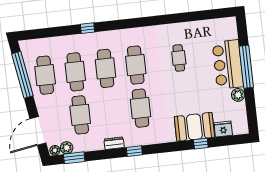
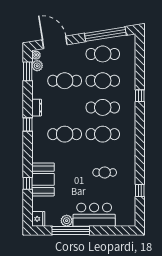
window: (195, 16) -> (140, 190), added
window: (246, 67) -> (71, 231), moved
fridge: (223, 129) -> (38, 219), moved

